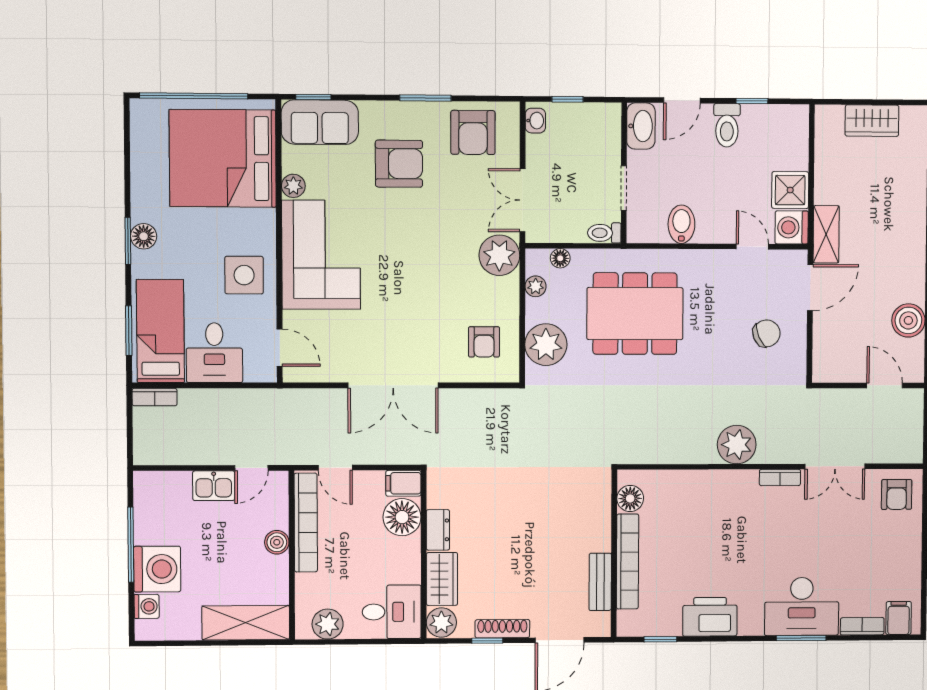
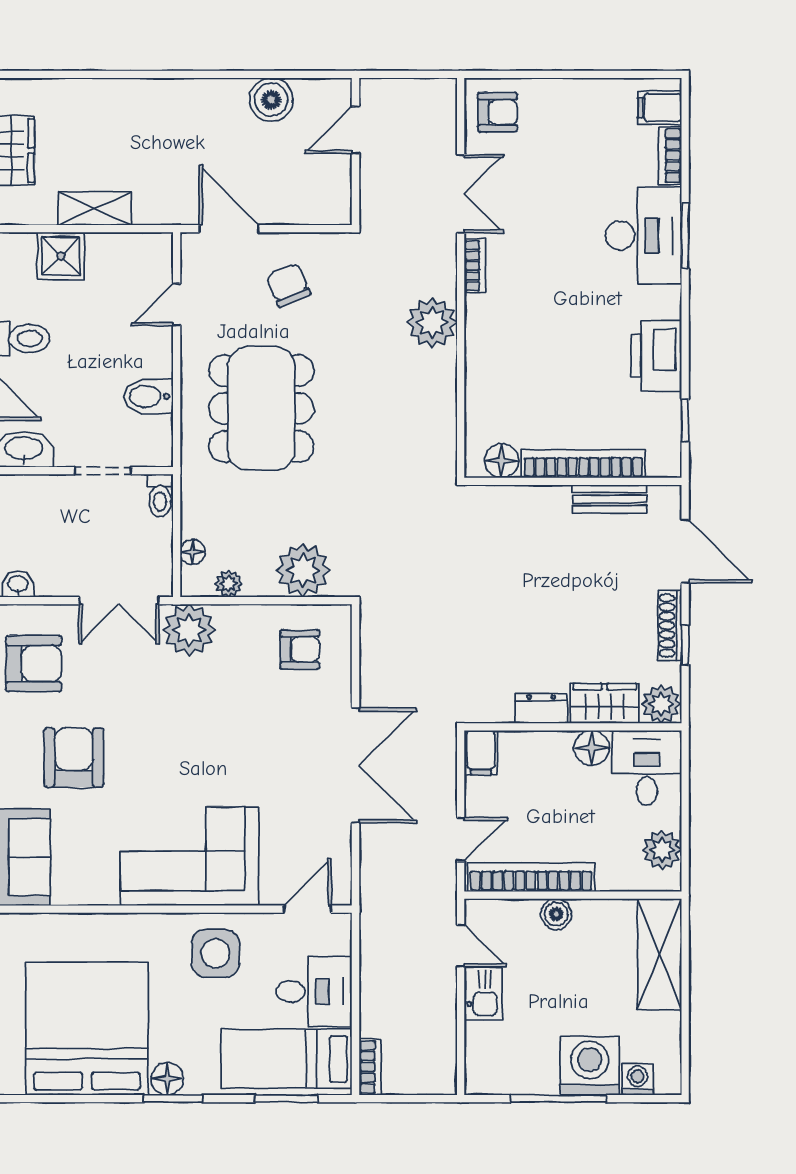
bed: (223, 158) -> (87, 1029), moved, turned 180
plant: (293, 186) -> (103, 891), removed
shower: (790, 190) -> (61, 256), moved
washing machine: (792, 227) -> (152, 254), removed
shelving: (826, 234) -> (95, 209), moved
dining table: (635, 314) -> (261, 408), moved
floor lamp: (402, 517) -> (592, 748), moved, width x0.73, depth x0.73

